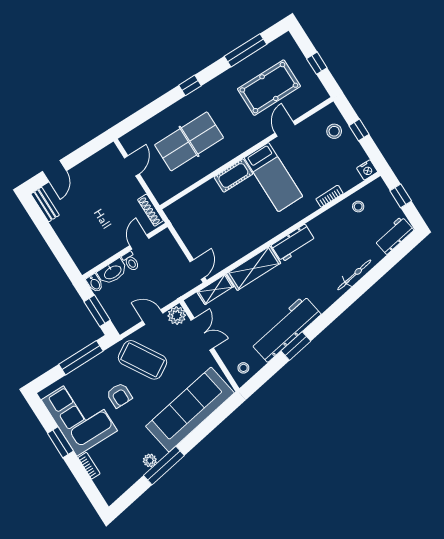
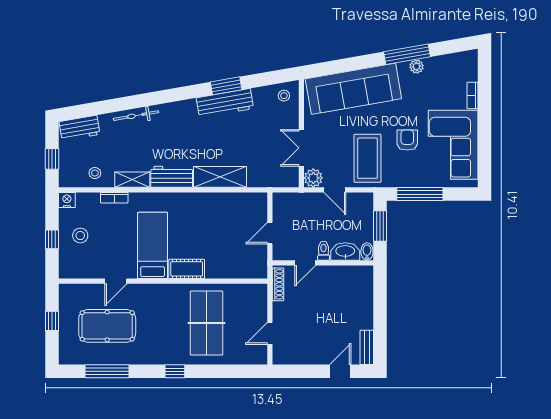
stool: (334, 131) -> (80, 236), moved
table tennis table: (189, 141) -> (207, 323), turned 90
door: (197, 269) -> (270, 233), moved
shelving: (215, 289) -> (132, 180), moved
workbench: (286, 329) -> (225, 103), width x0.73, depth x0.76
coffee table: (143, 360) -> (368, 158), turned 31
window: (60, 442) -> (484, 132), removed

